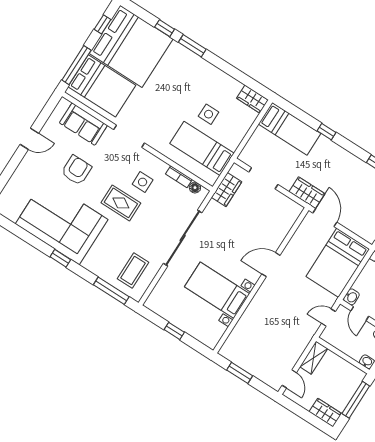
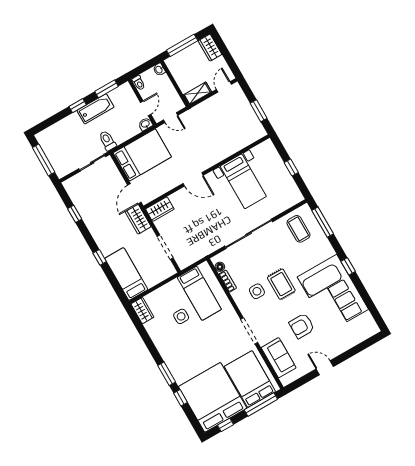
wardrobe: (227, 190) -> (160, 209), moved, turned 180
coffee table: (133, 270) -> (298, 229), turned 90

